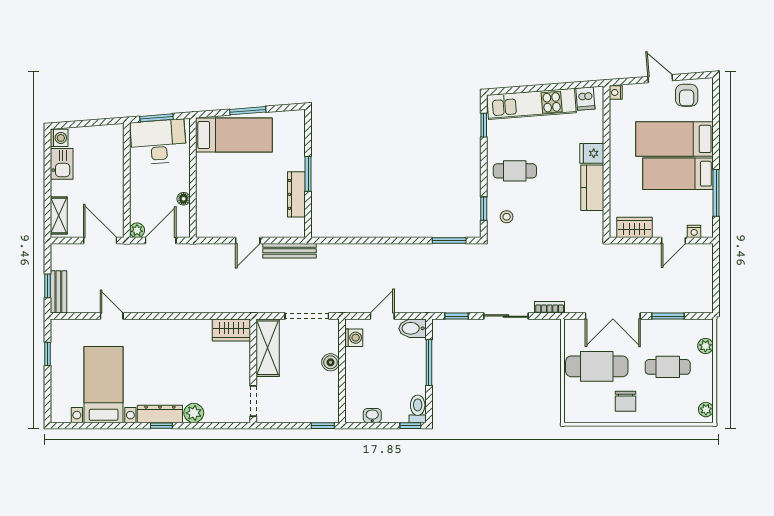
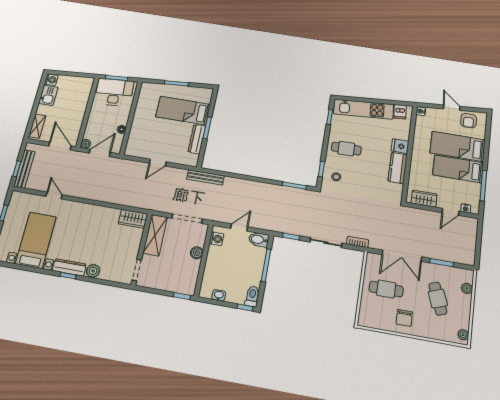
bed: (234, 135) -> (183, 111), moved, turned 180
bench: (289, 251) -> (205, 177), moved
bench: (58, 292) -> (24, 169), width x1.36
cafe table: (597, 366) -> (386, 289), width x0.73, depth x0.74
cafe table: (668, 367) -> (438, 299), turned 70

